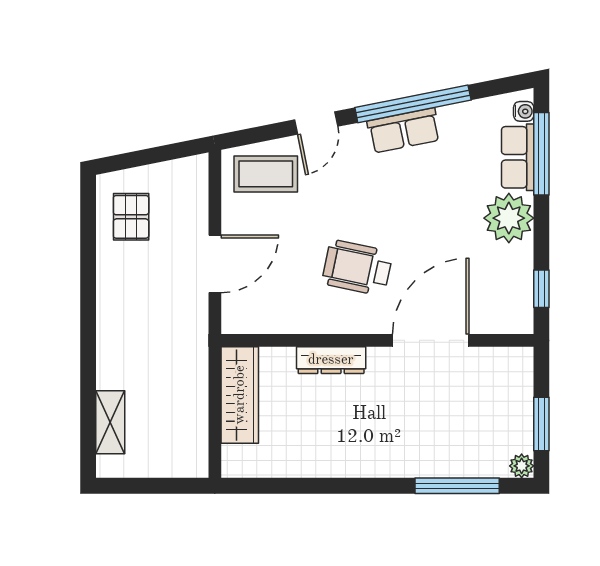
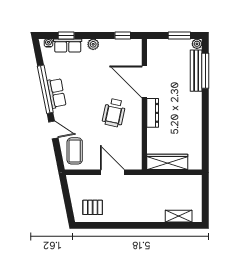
window: (541, 154) -> (66, 36), width x0.46
plant: (509, 218) -> (93, 44), width x0.53, depth x0.53
dresser: (331, 360) -> (153, 113), moved
bench: (457, 464) -> (196, 71), added

